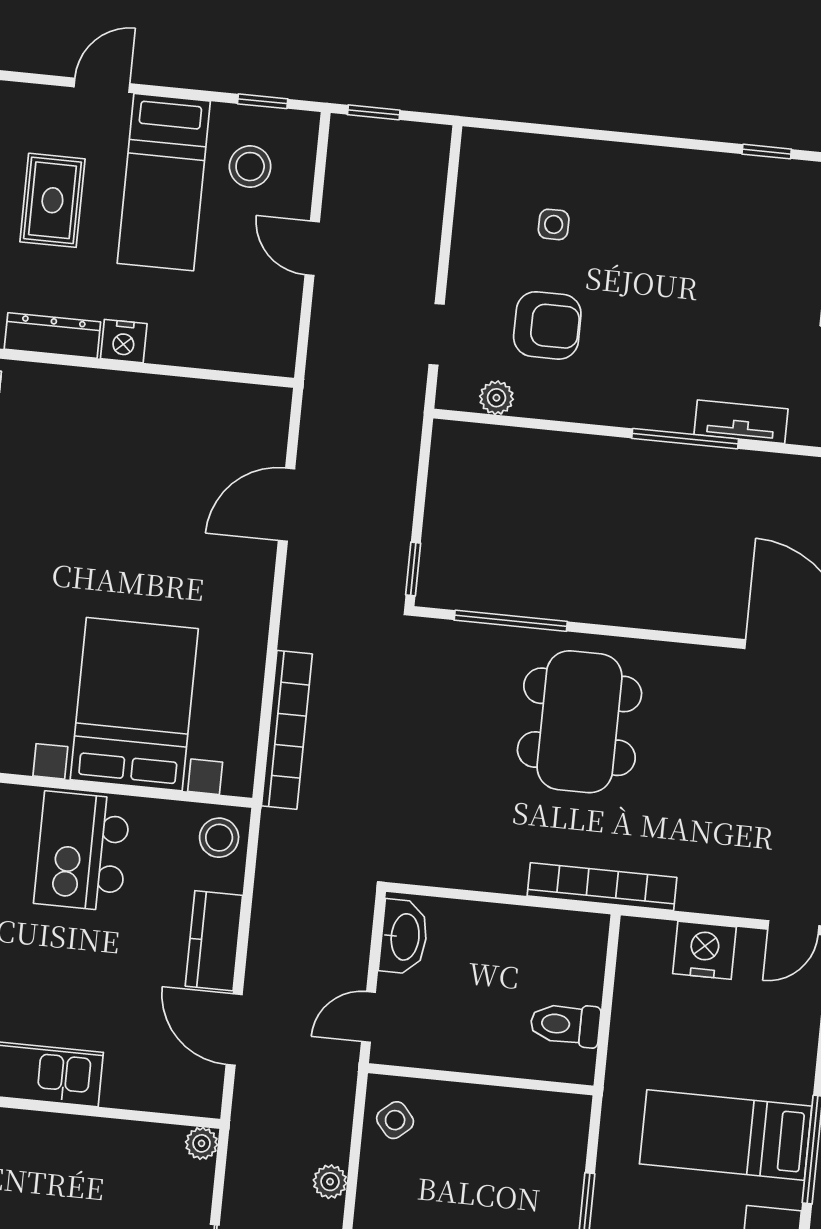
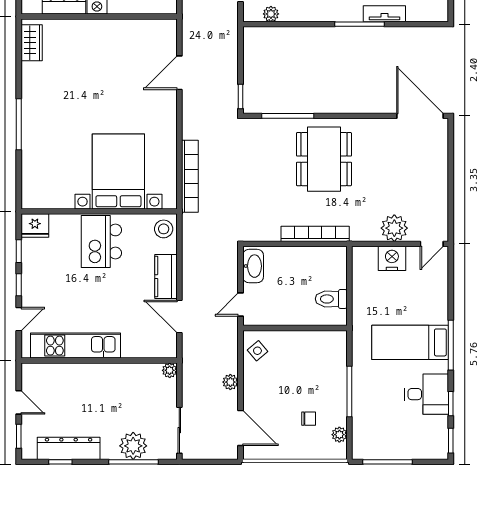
plant: (716, 886) -> (394, 228), added
bookcase: (602, 887) -> (315, 234), moved

